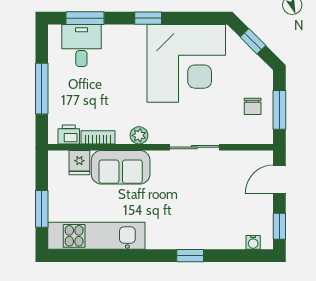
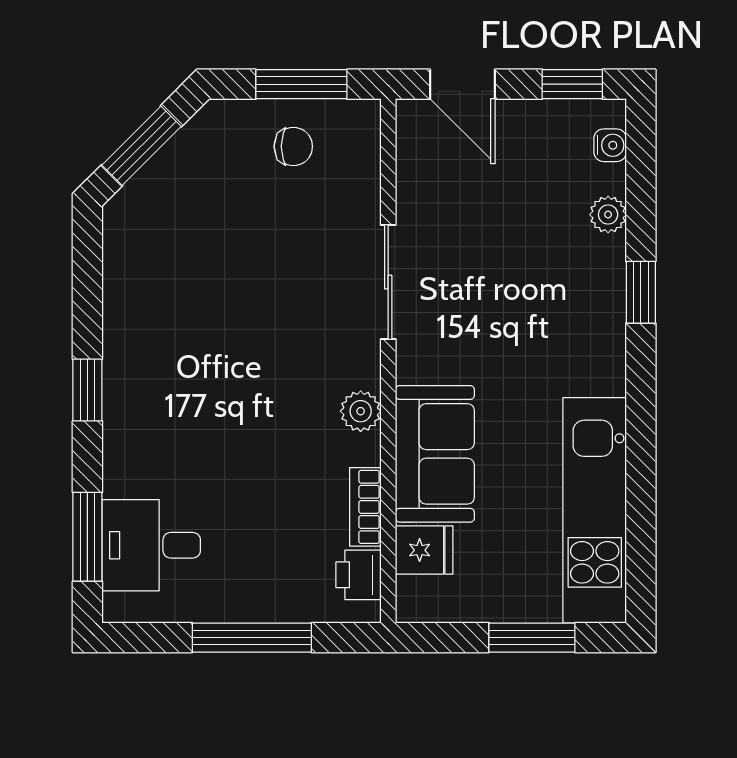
window: (253, 41) -> (141, 146), width x1.50
corner desk: (186, 63) -> (193, 301), removed
plant: (223, 242) -> (608, 215), added

